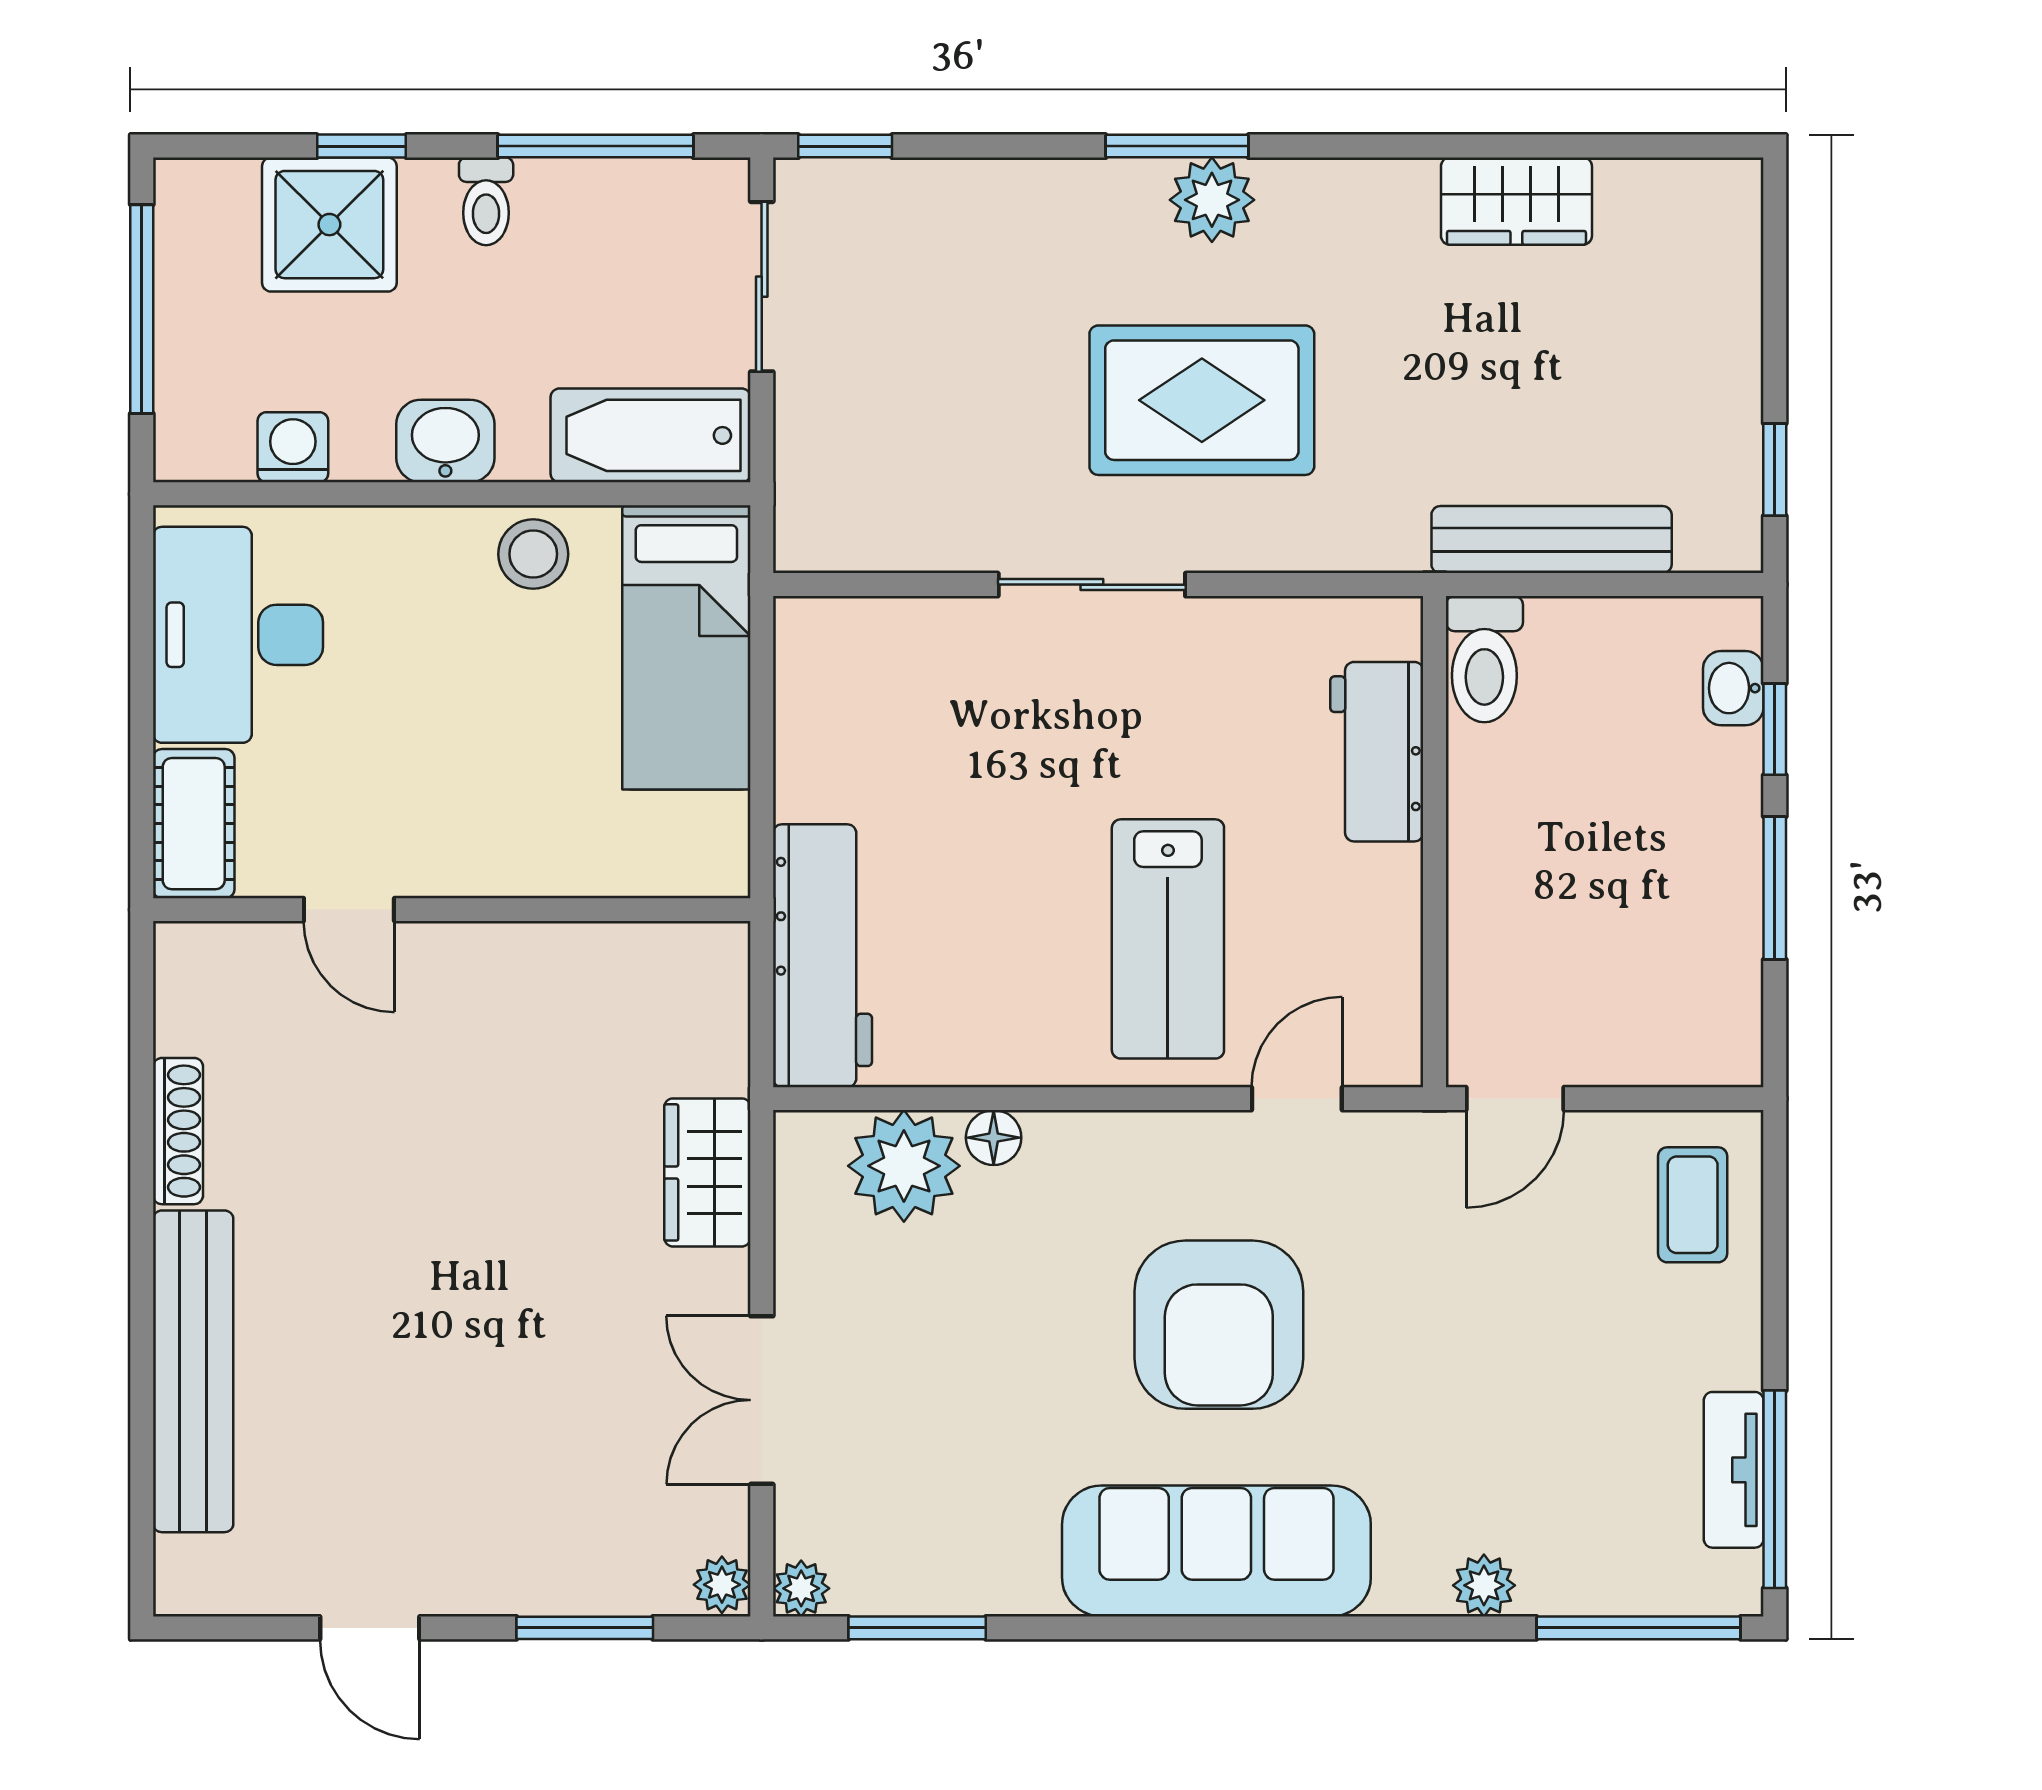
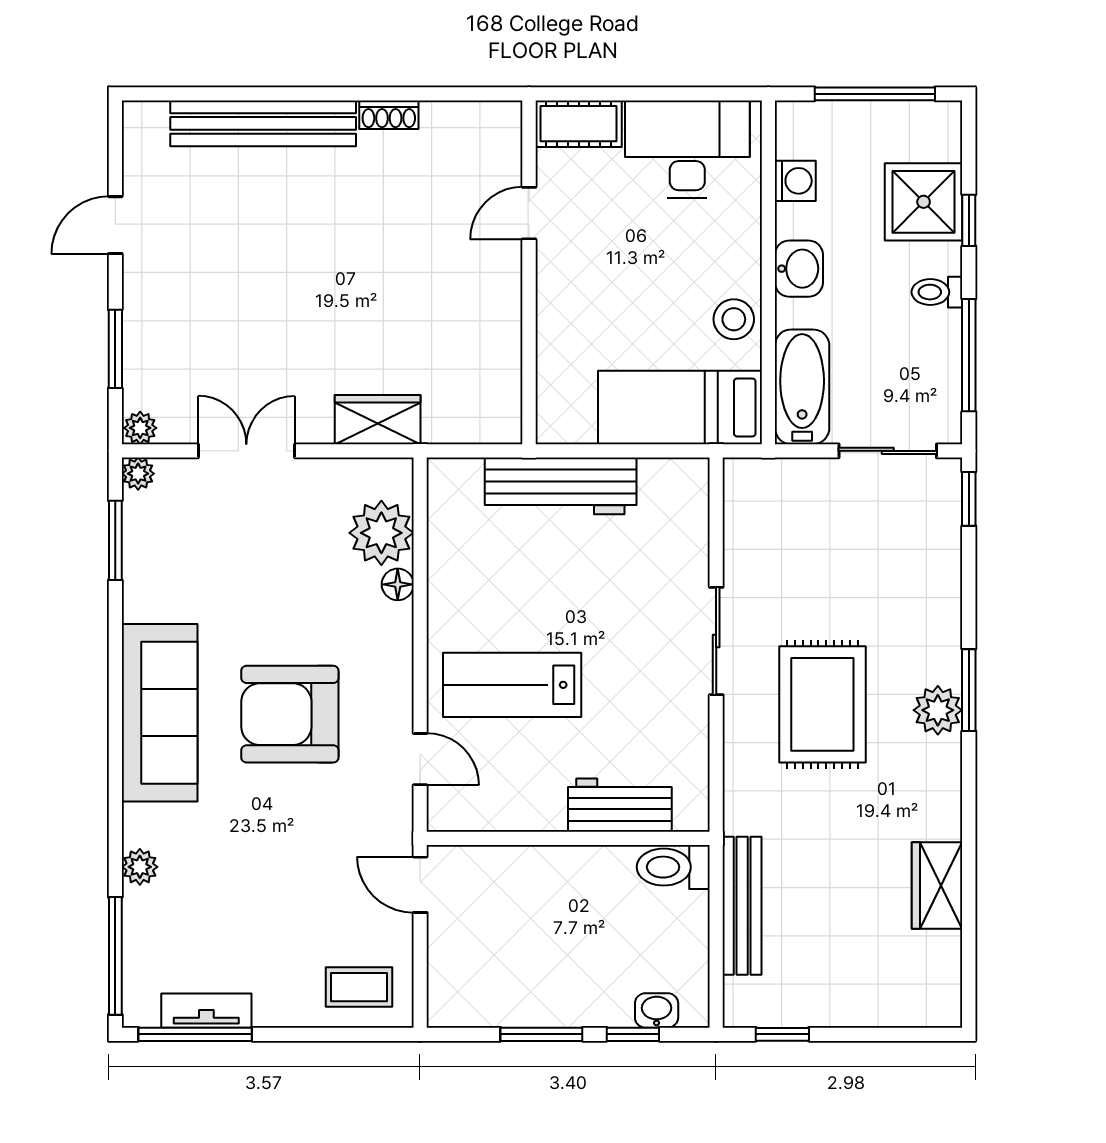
workbench: (822, 956) -> (561, 486), moved
shoe rack: (178, 1131) -> (389, 115), width x0.70

